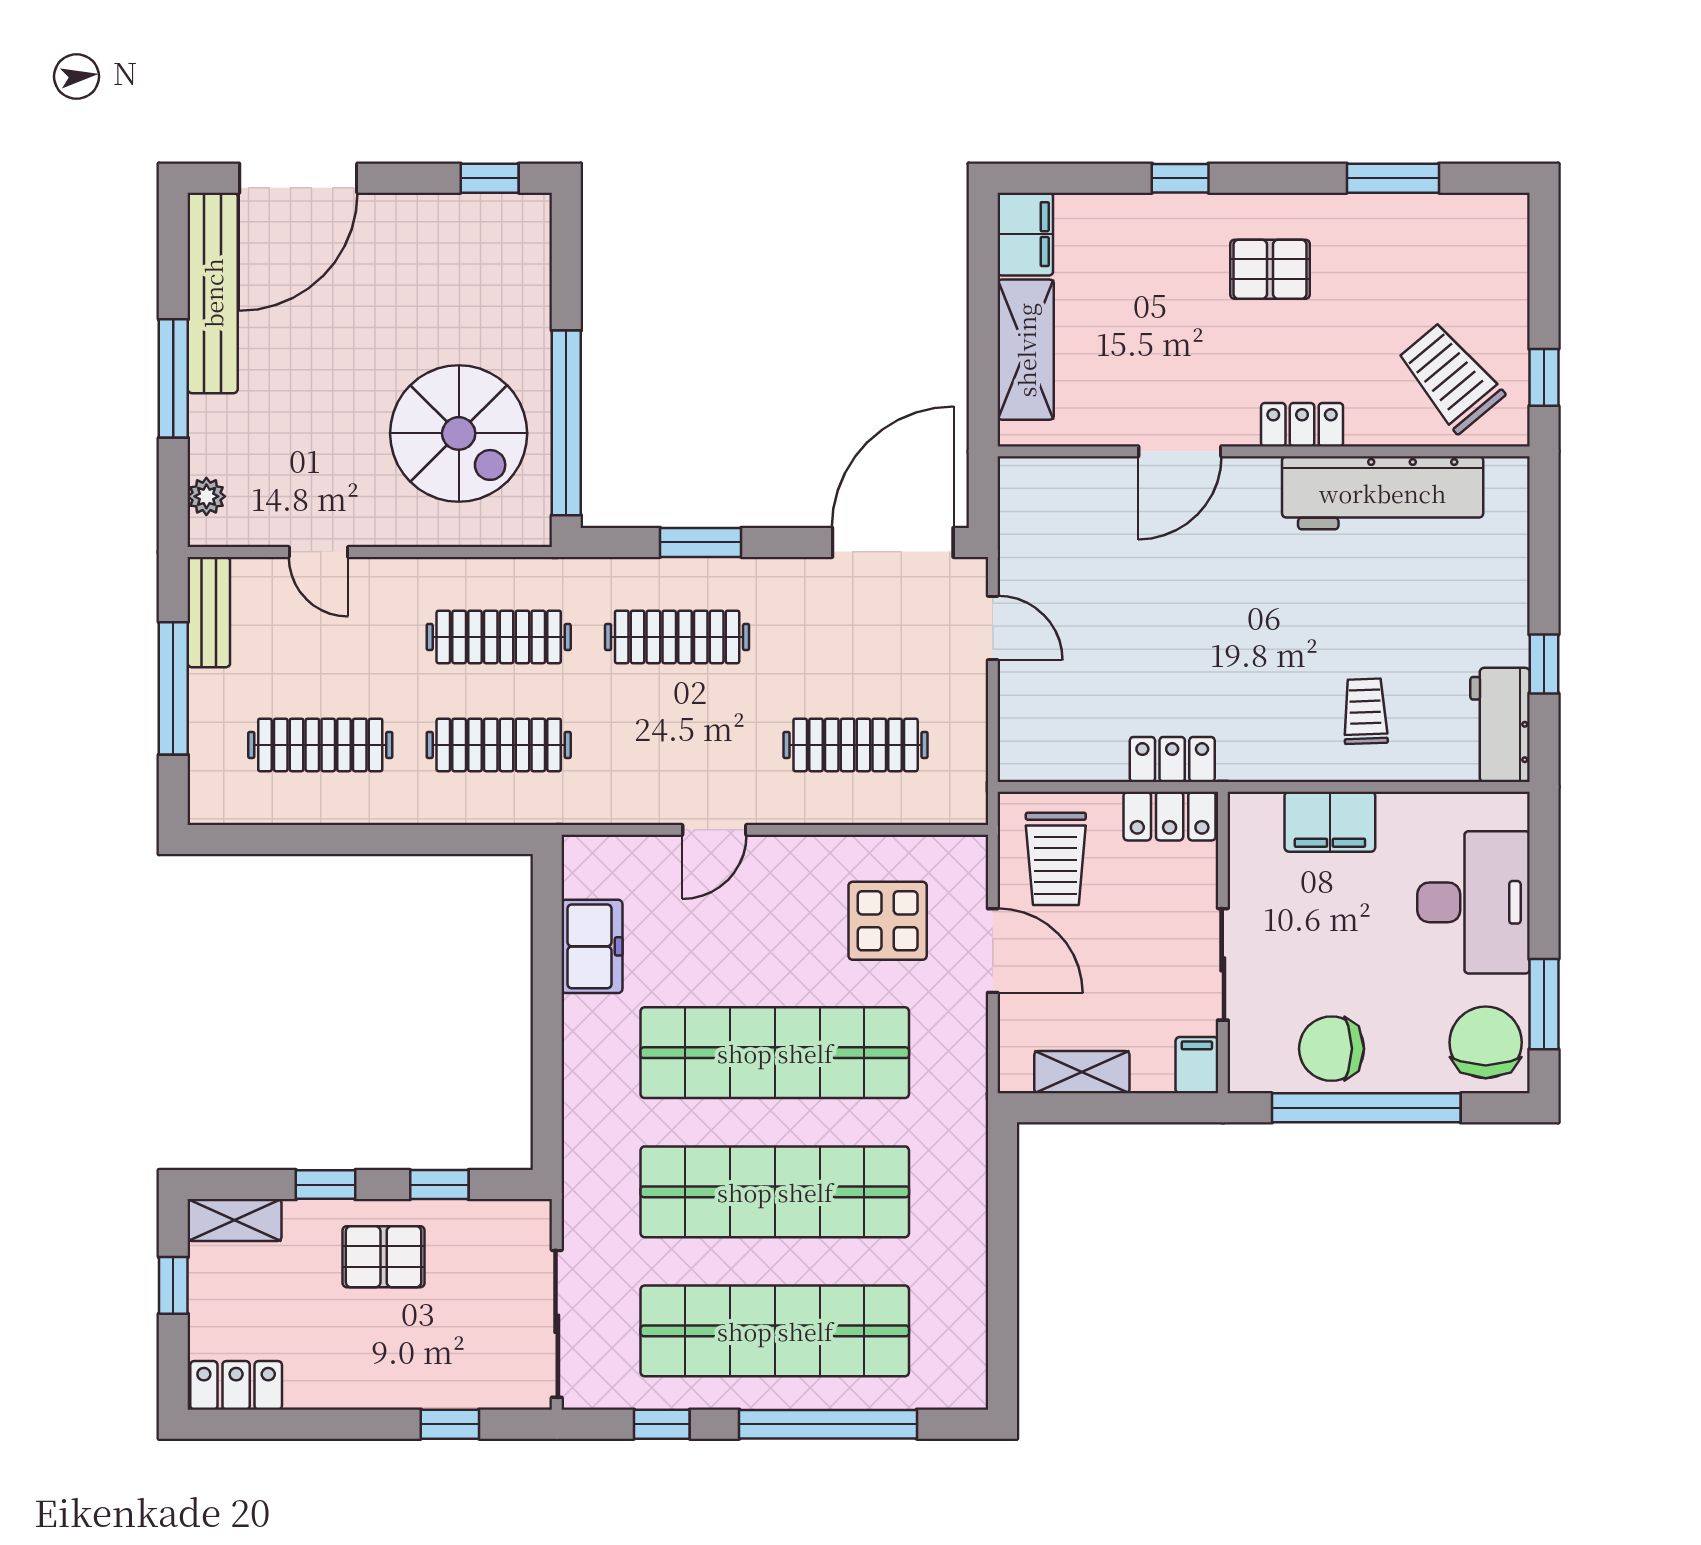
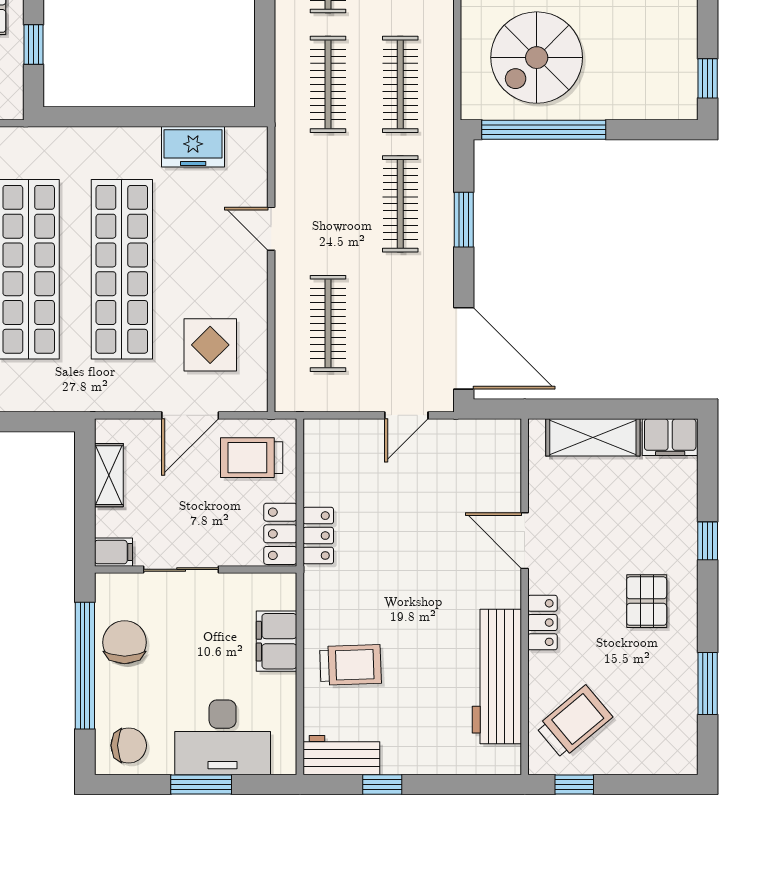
trolley: (1365, 711) -> (351, 665), width x1.36, depth x1.39
window: (1544, 1004) -> (201, 785), moved
chair: (1486, 1042) -> (129, 745), width x0.73, depth x0.73

